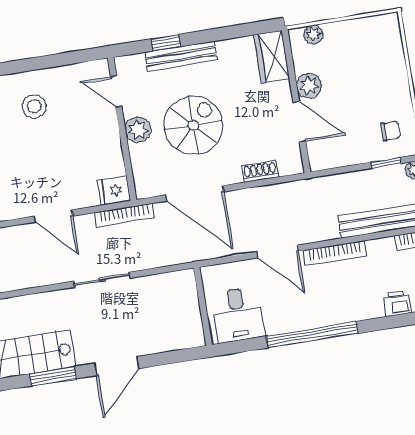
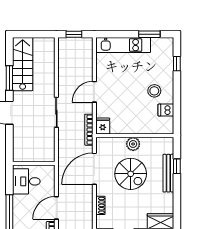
dishwasher: (66, 79) -> (166, 110), added
door: (116, 91) -> (155, 136), removed

